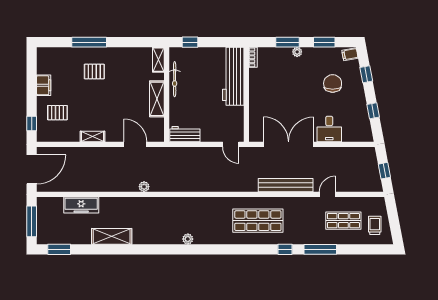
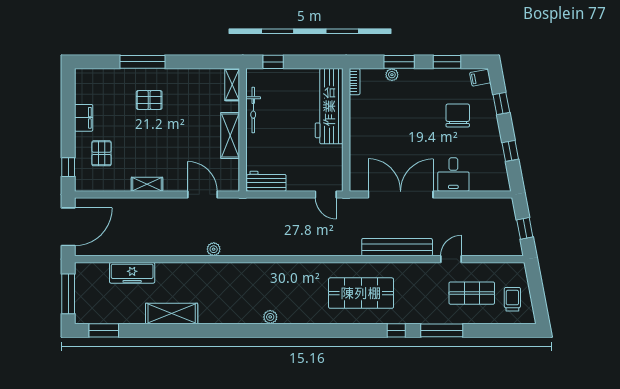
plant: (297, 52) -> (392, 75), moved
pallet: (57, 113) -> (101, 153), turned 90

